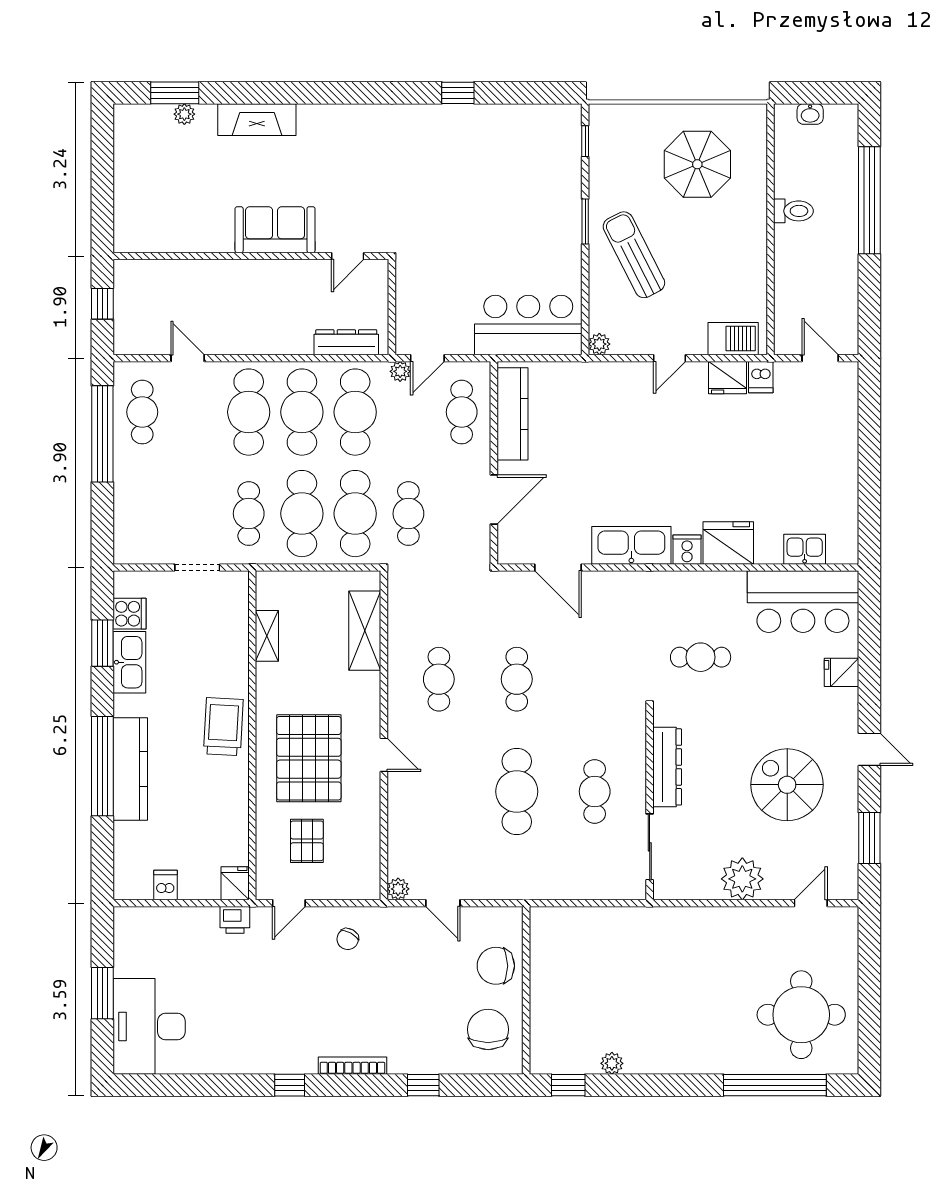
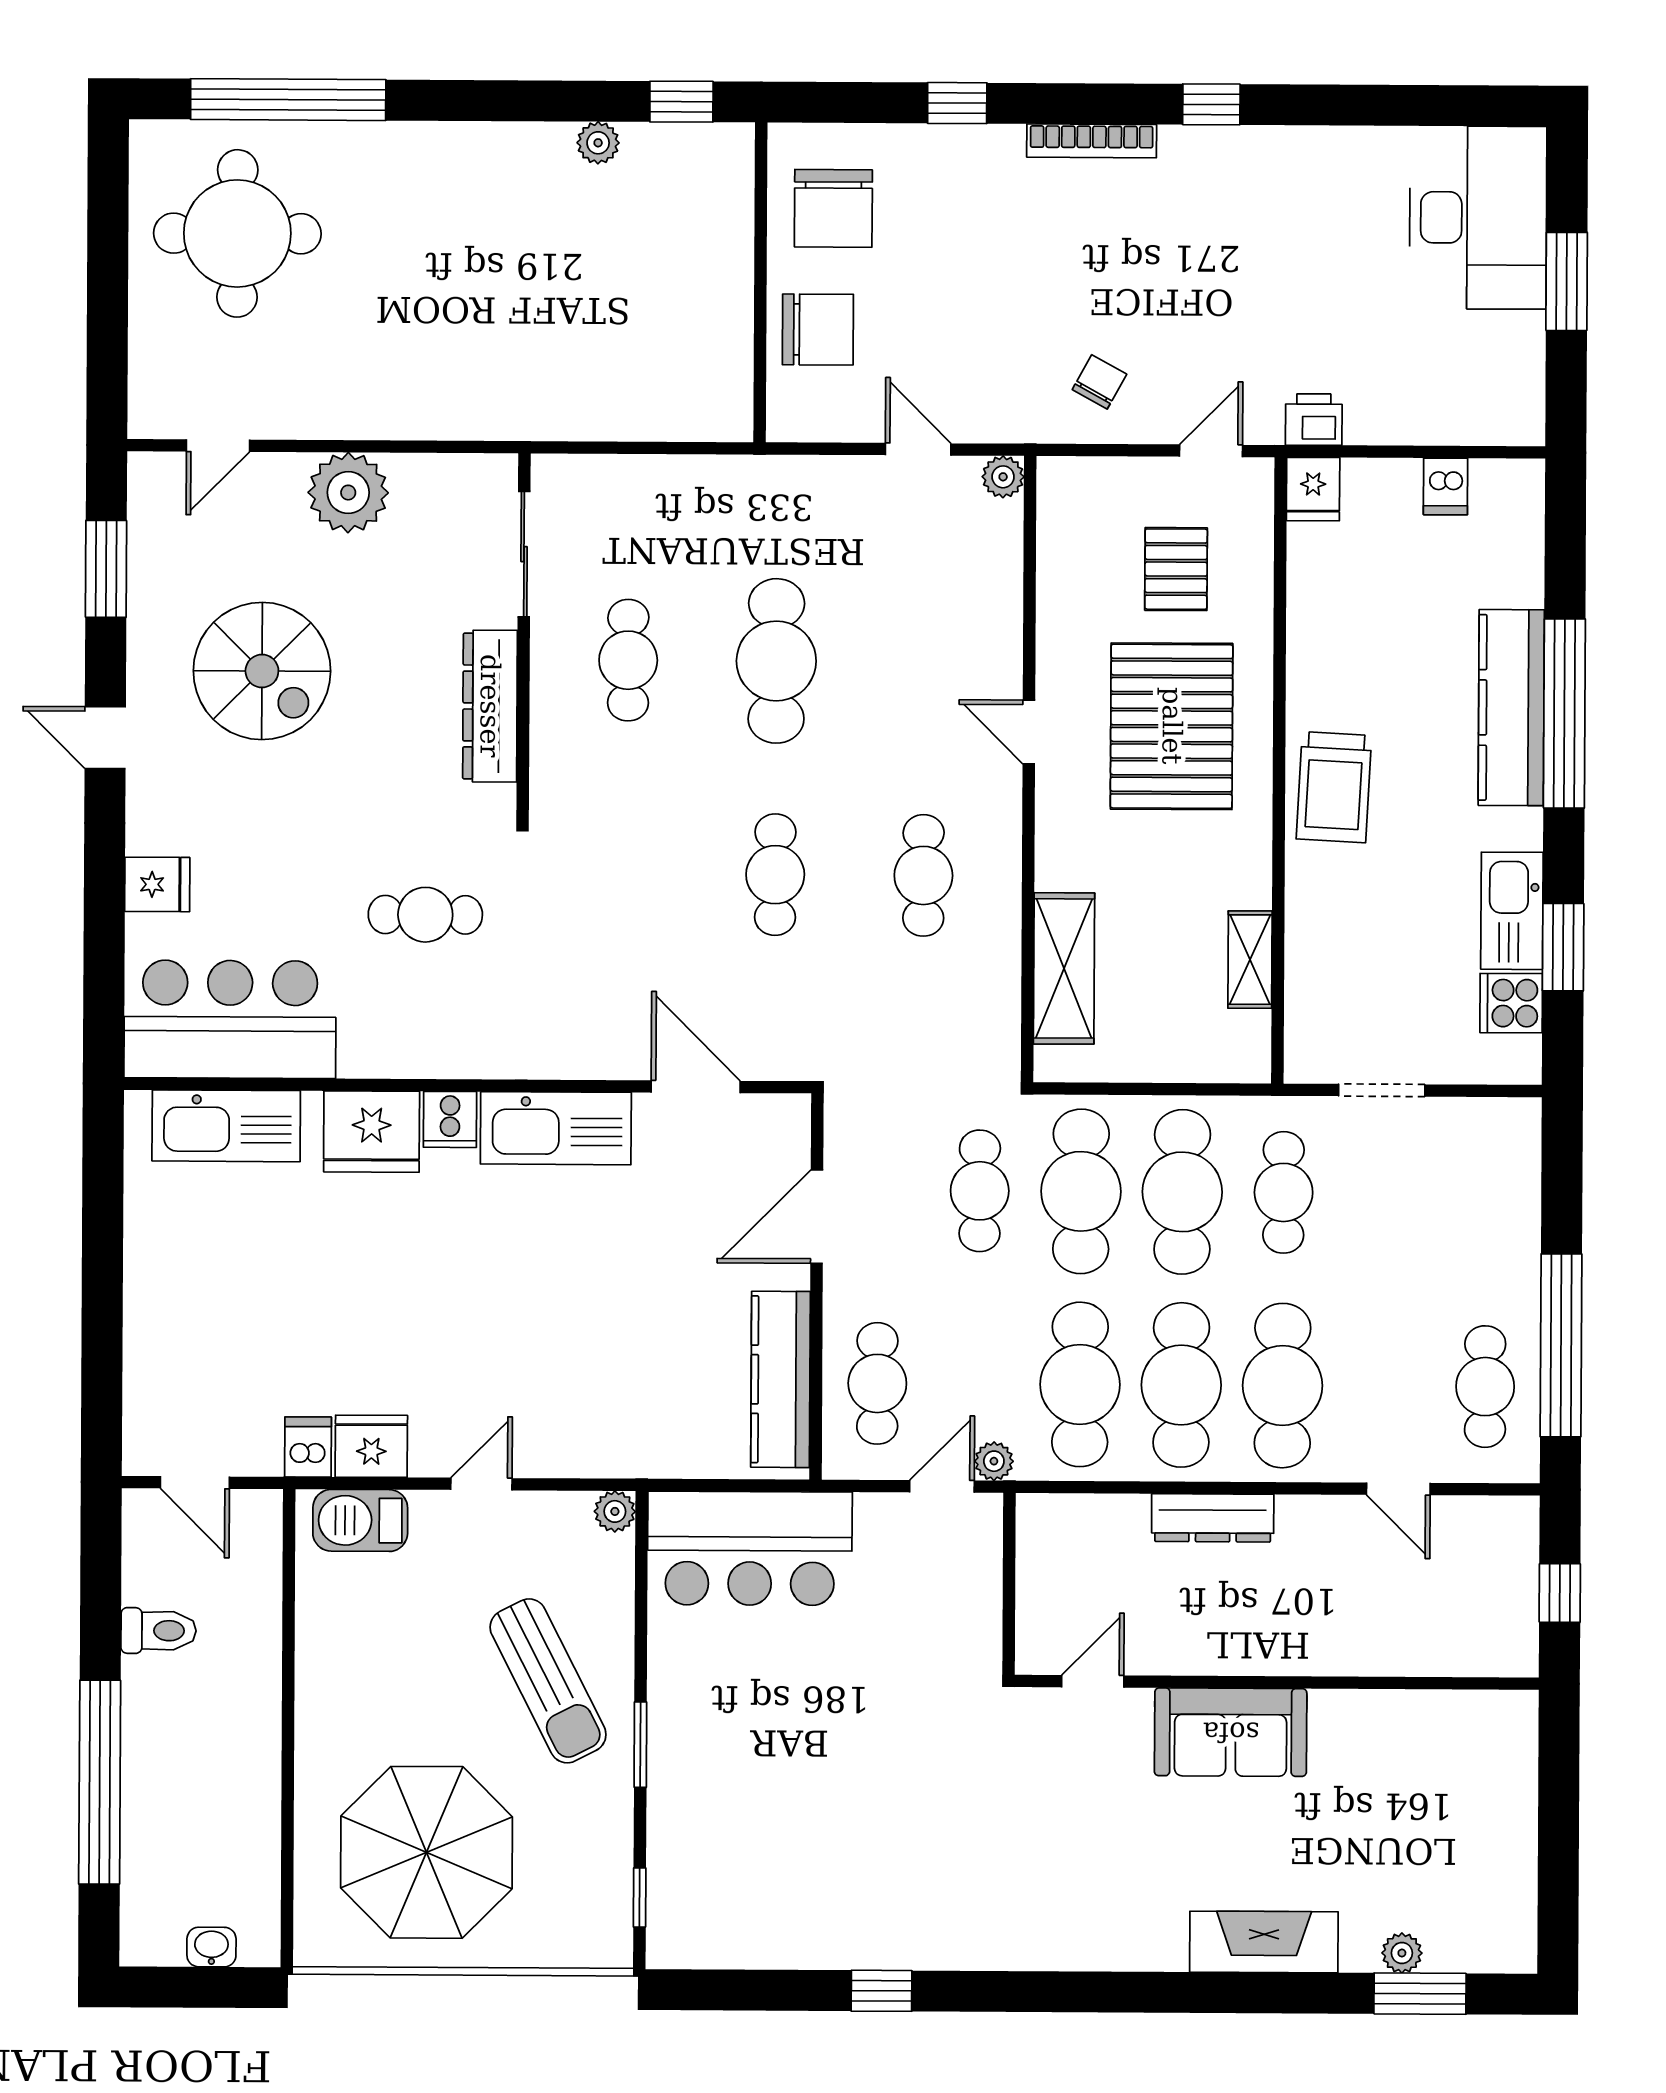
parasol: (697, 164) -> (426, 1852), width x1.36, depth x1.36
toilet: (793, 211) -> (158, 1631), moved, turned 180
dresser: (346, 342) -> (1213, 1518), moved
kitchen sink: (805, 549) -> (226, 1126), width x1.88, depth x1.24

